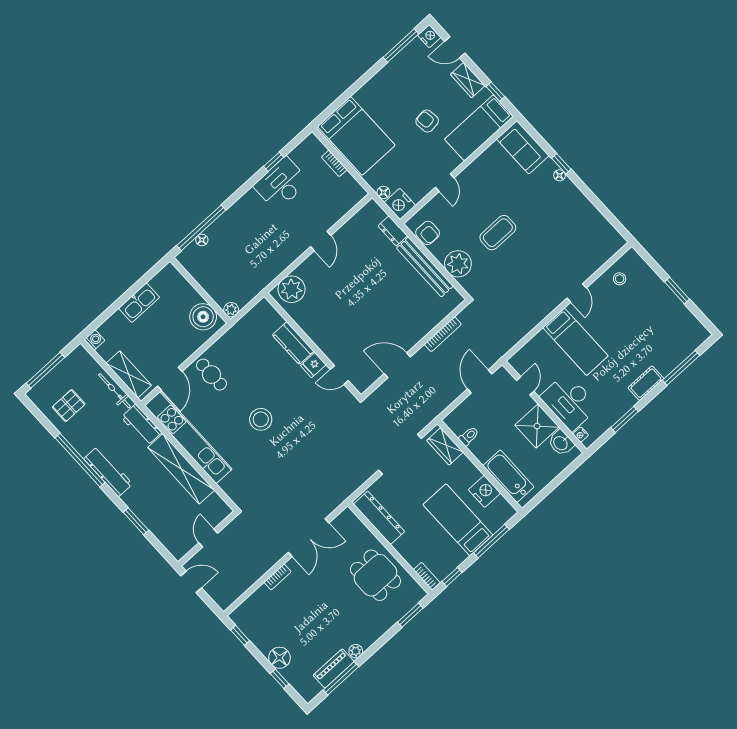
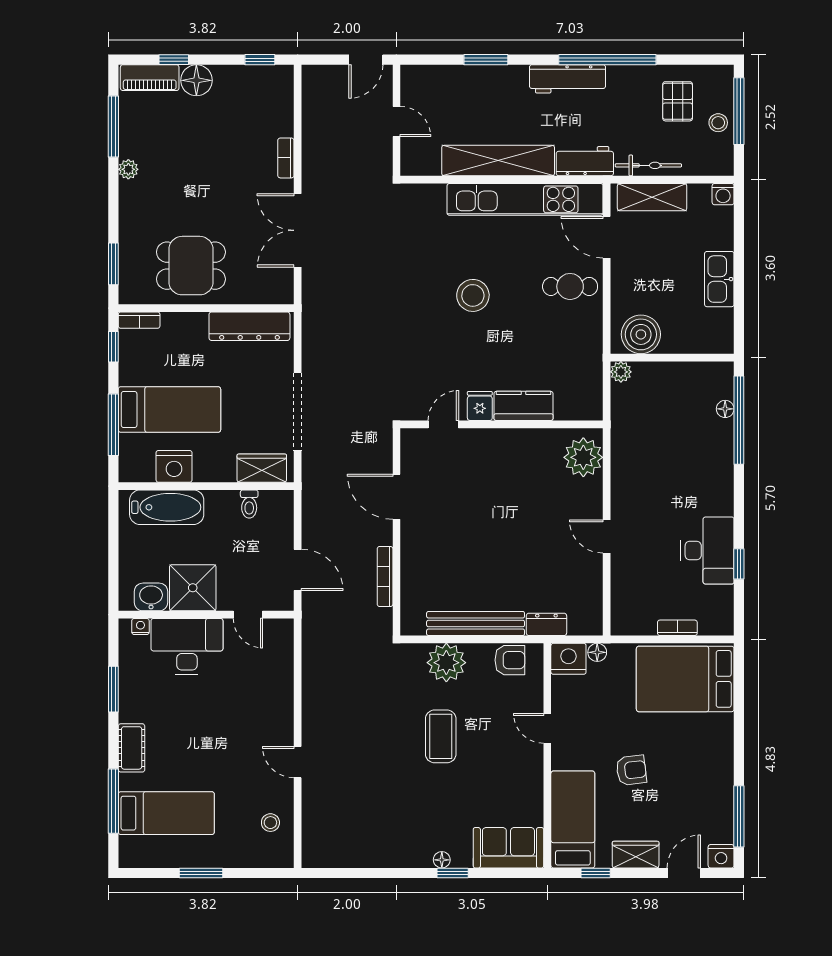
armchair: (428, 233) -> (510, 660), turned 180
bed: (575, 342) -> (166, 813), moved, turned 180
door: (397, 365) -> (396, 497), swing flipped
stool: (61, 375) -> (718, 123), added
piano: (334, 668) -> (150, 78), moved, turned 90

